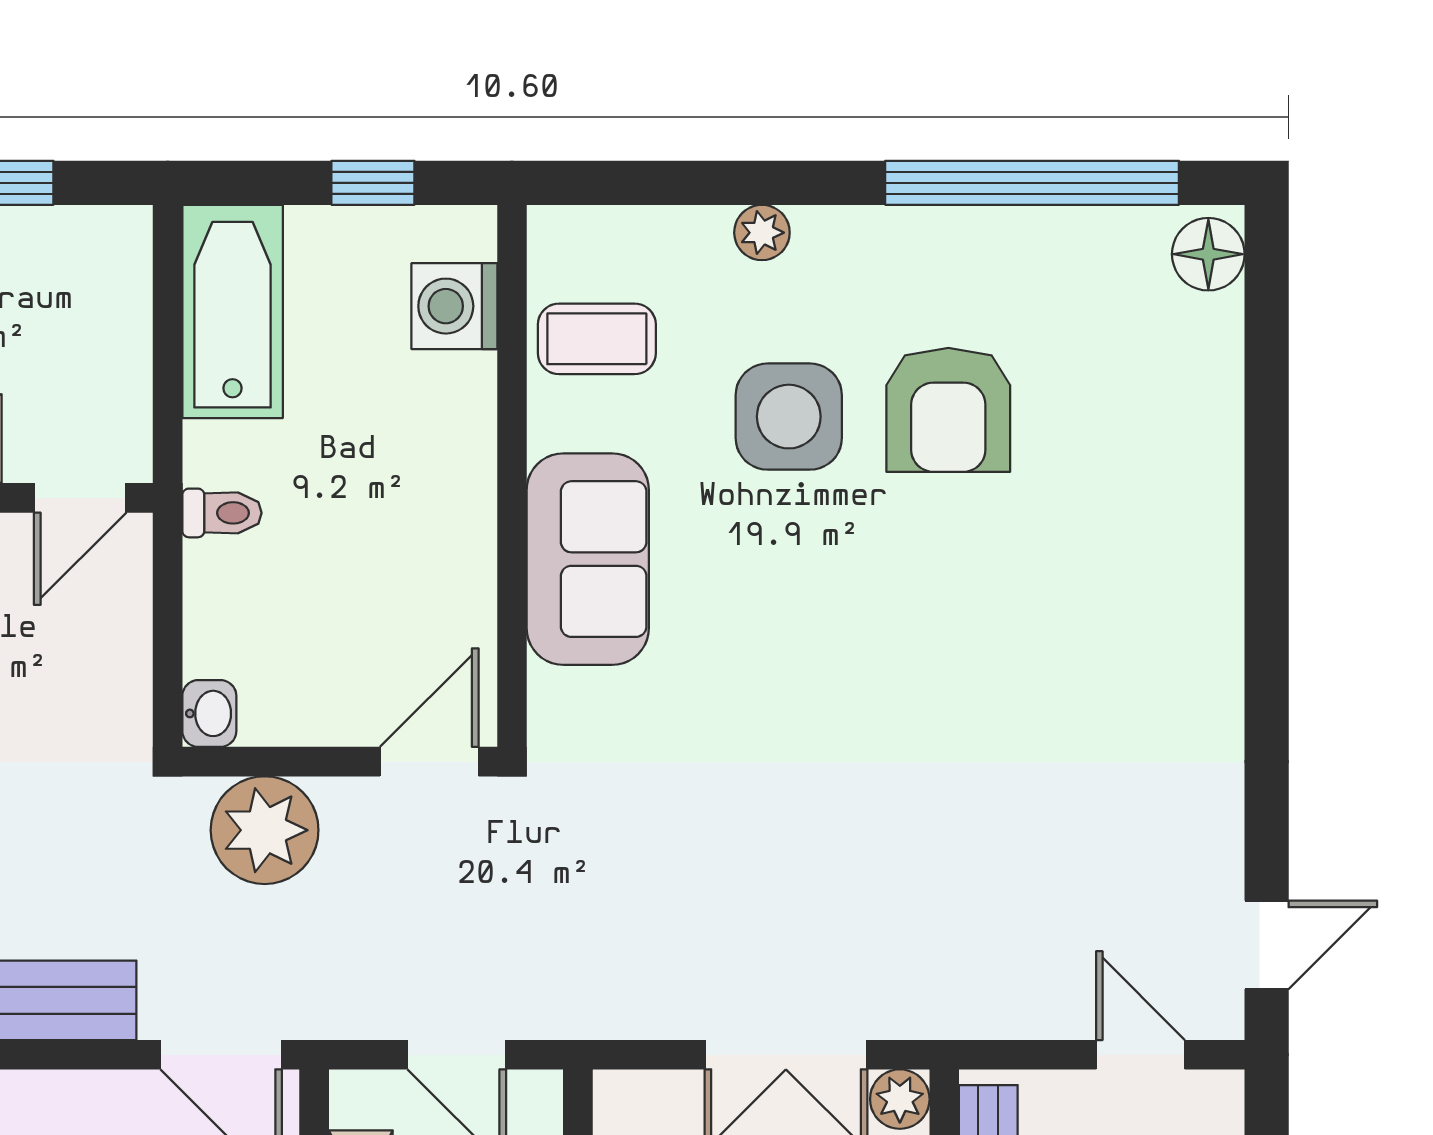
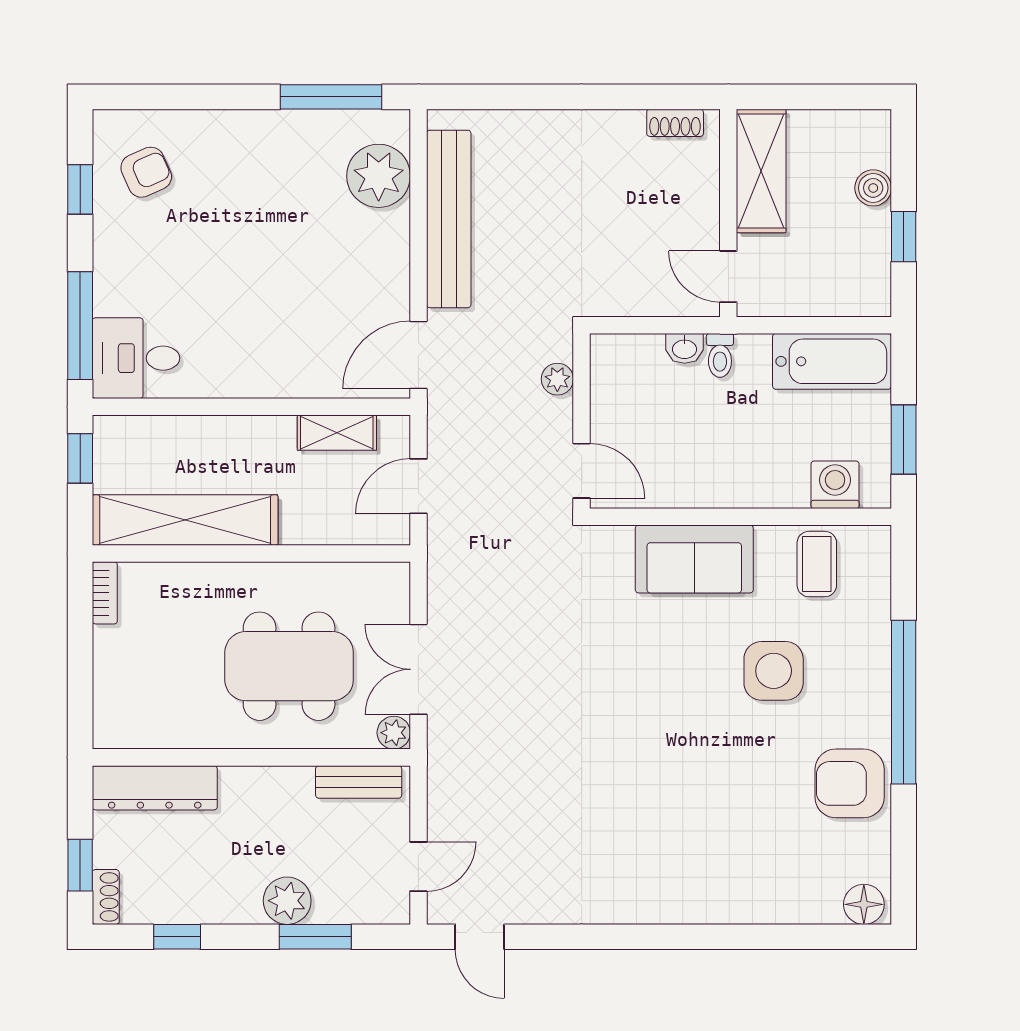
window: (373, 183) -> (904, 439), width x1.50
window: (1032, 183) -> (904, 702), moved
plant: (762, 233) -> (876, 656), removed
armchair: (948, 410) -> (850, 783), moved
washbasin: (209, 713) -> (685, 348), moved
plant: (265, 830) -> (557, 379), width x0.53, depth x0.53

